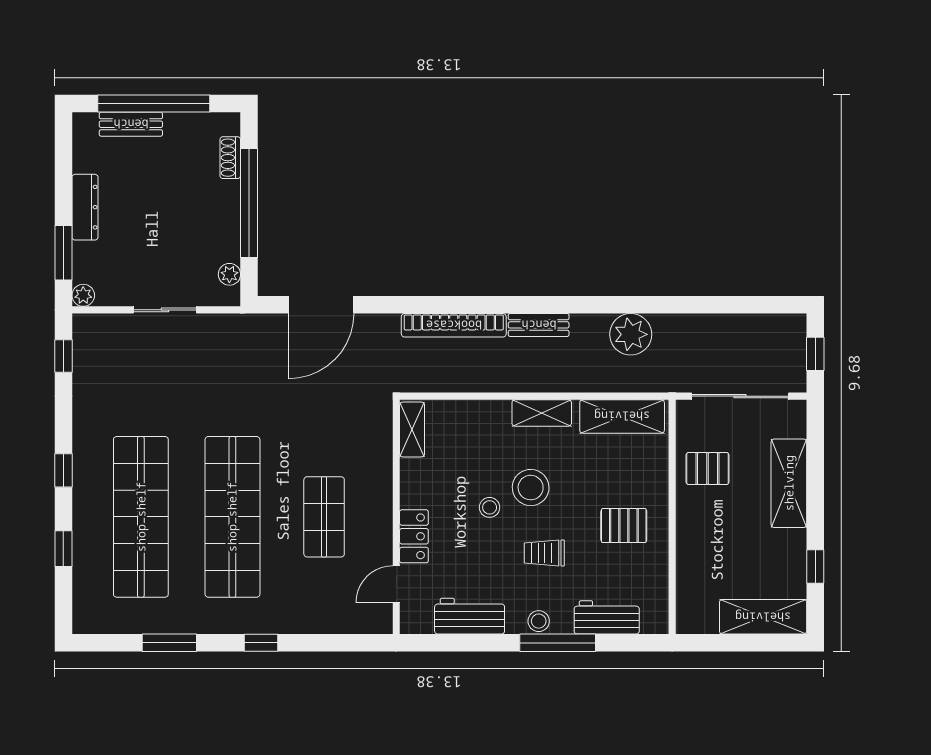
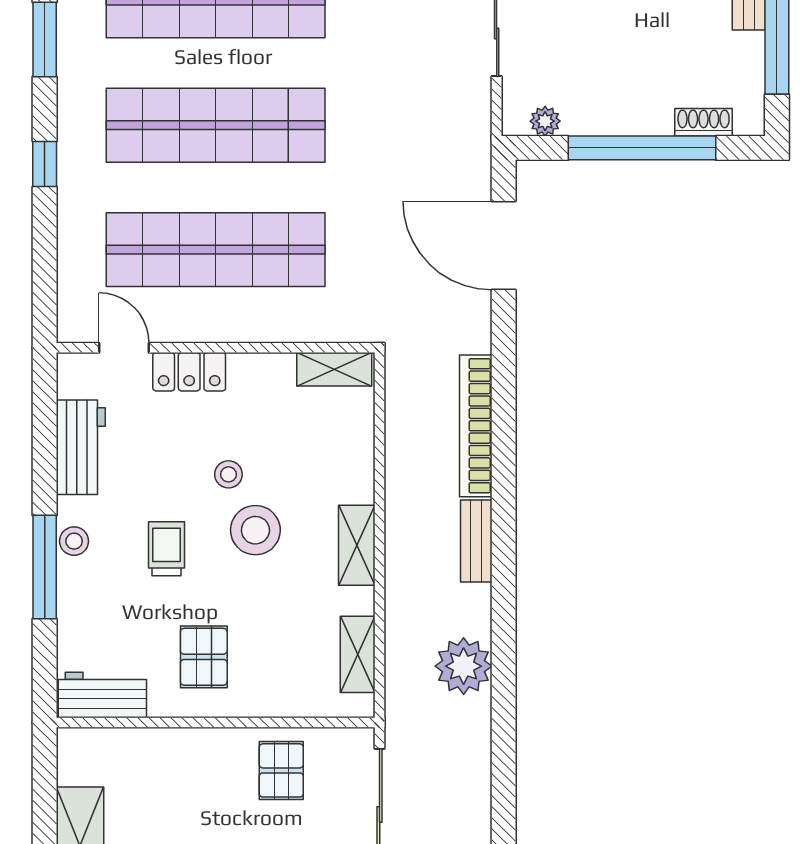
shelving: (622, 416) -> (358, 654), width x0.67, depth x0.75
shop shelf: (324, 517) -> (216, 250), width x2.00, depth x1.36
workbench: (607, 617) -> (102, 695), moved, turned -90

